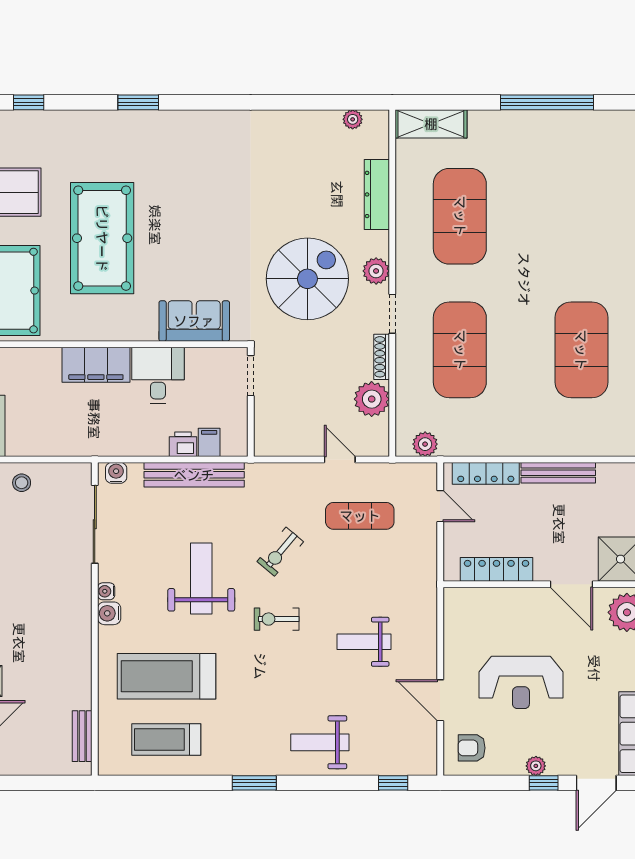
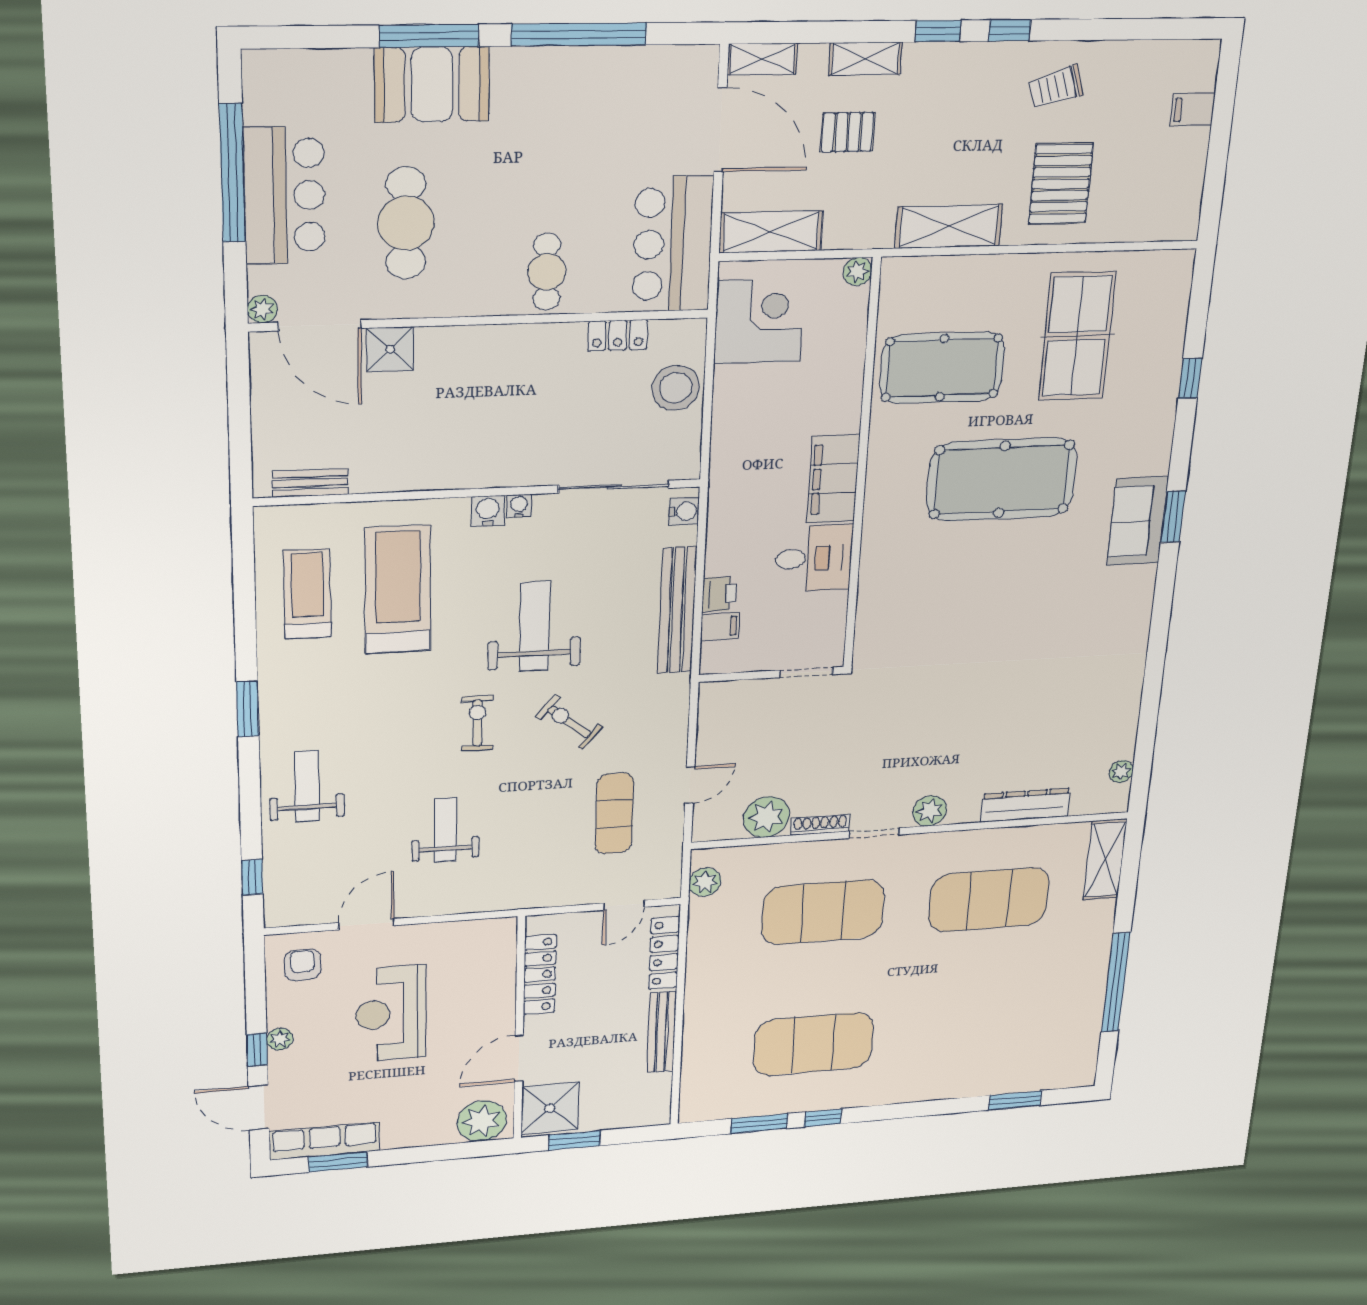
spiral stairs: (307, 279) -> (927, 732), removed
sofa: (194, 321) -> (1138, 521), moved, turned 180
stool: (22, 483) -> (676, 388), width x1.89, depth x1.89
weight bench: (201, 578) -> (535, 627), turned -90

